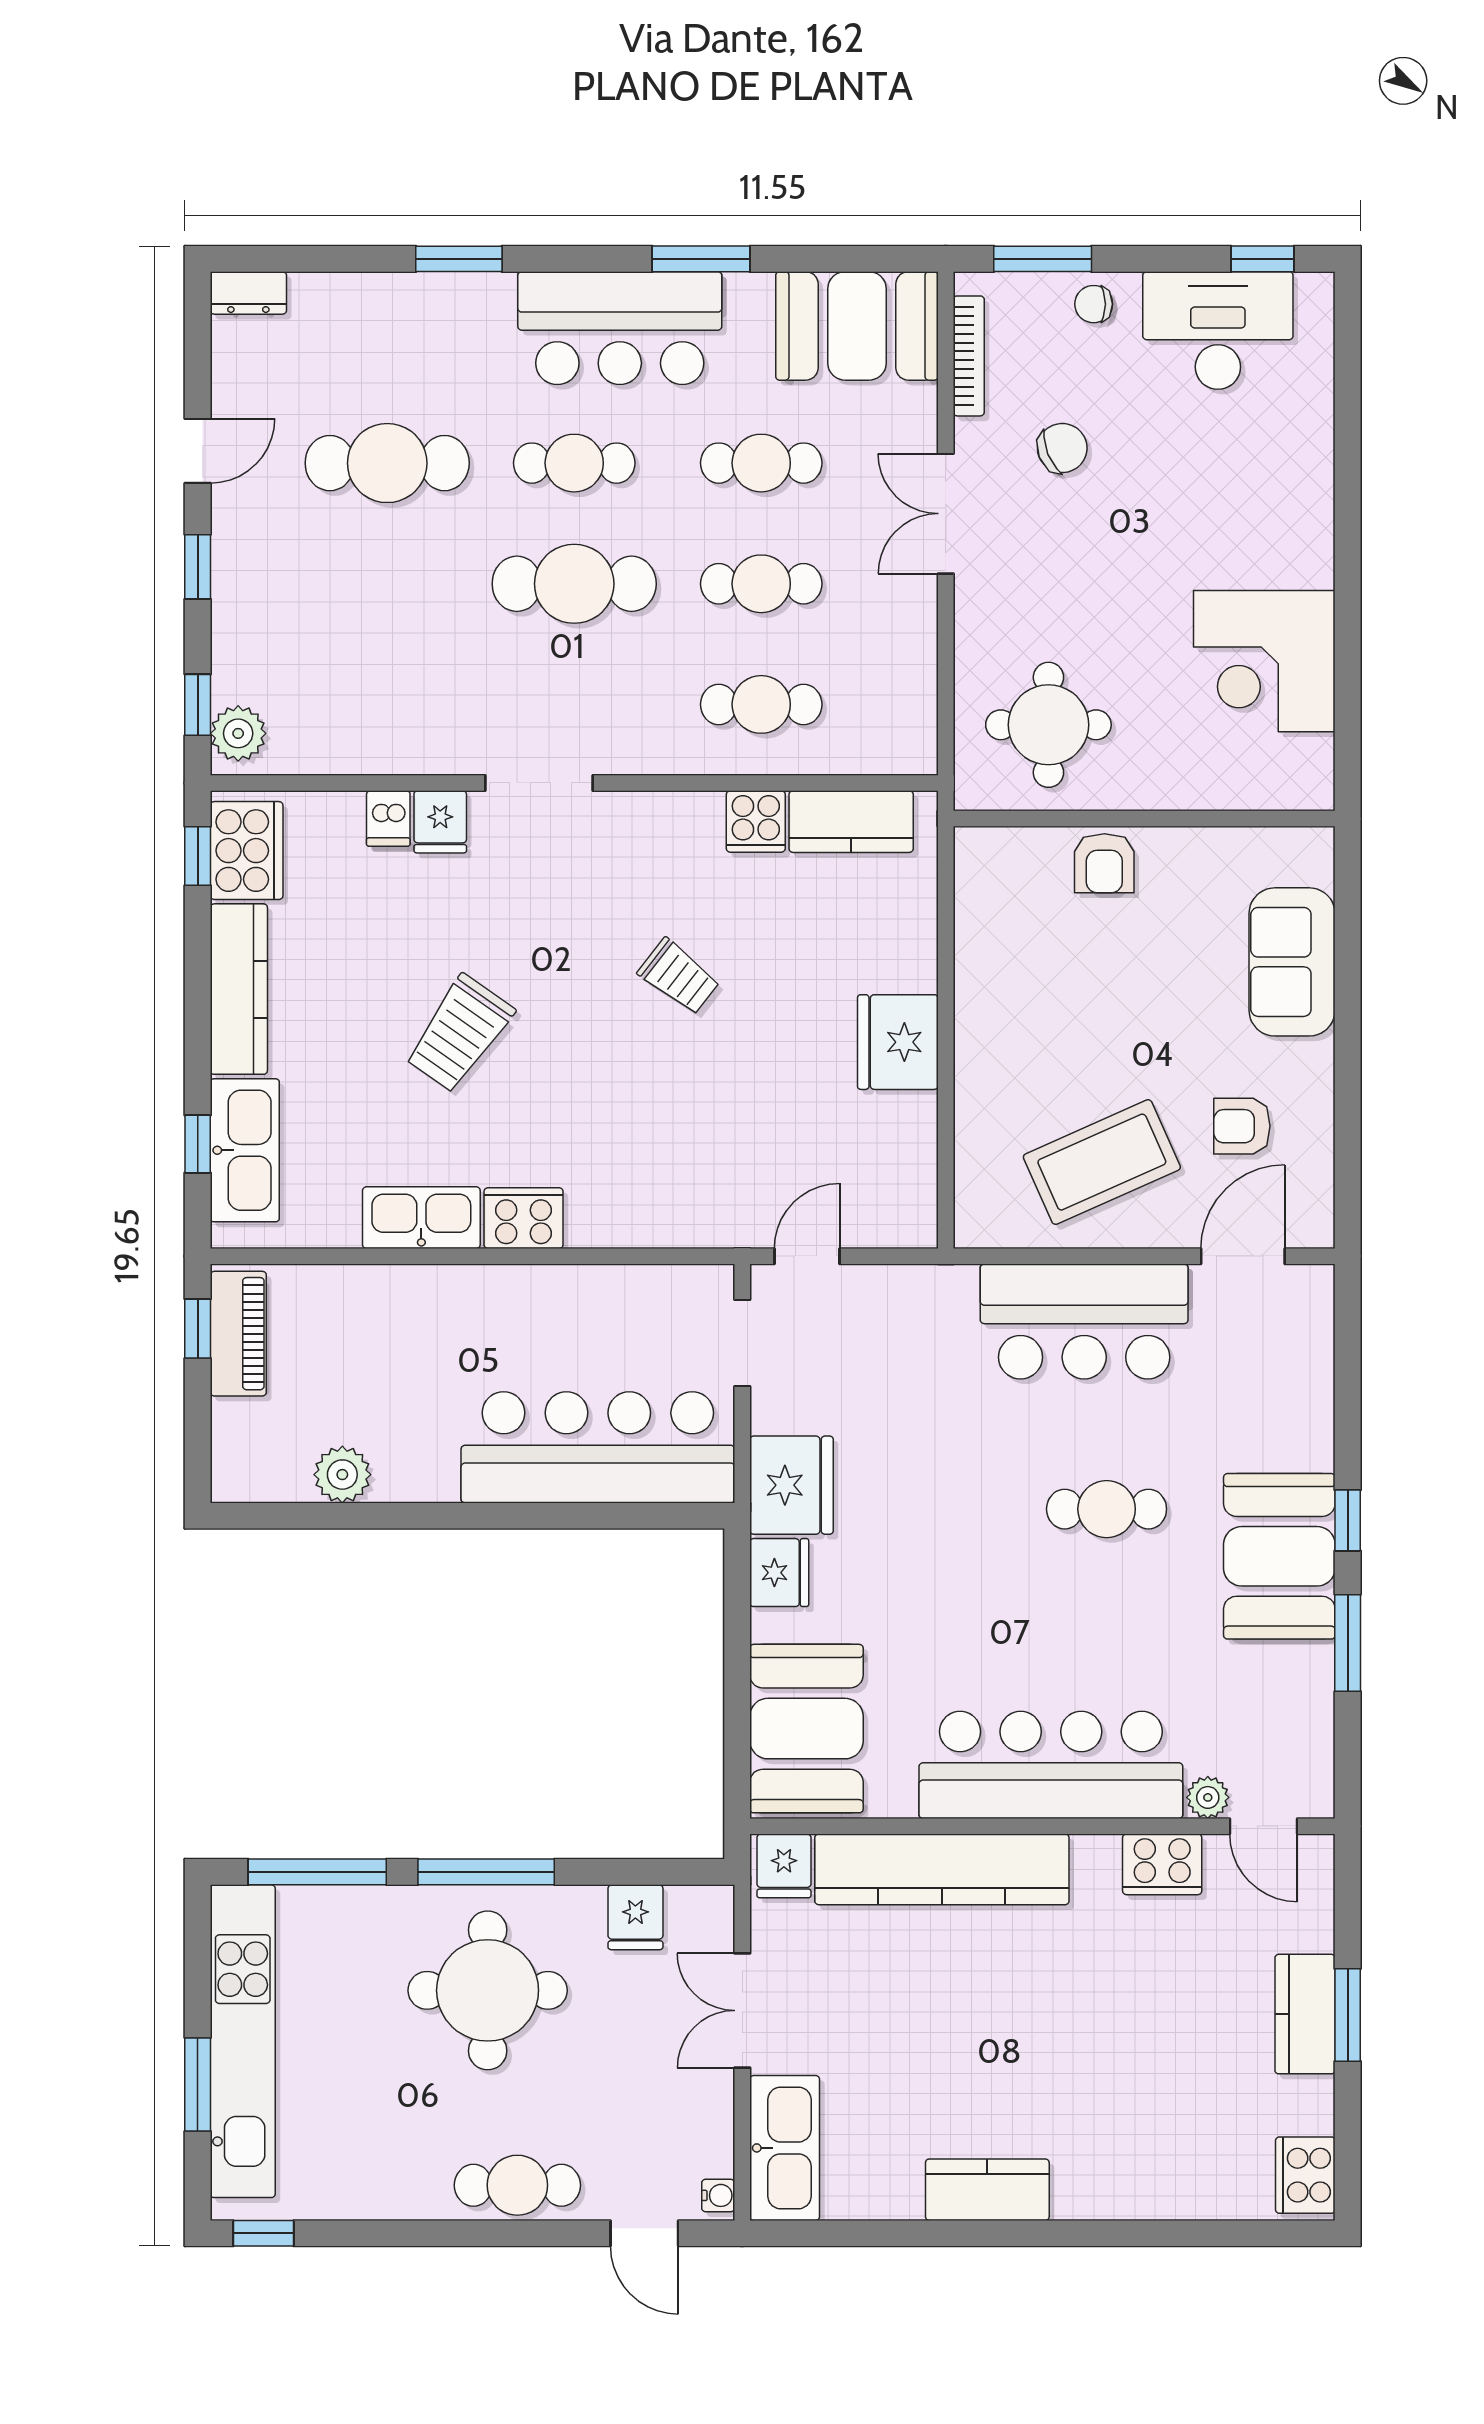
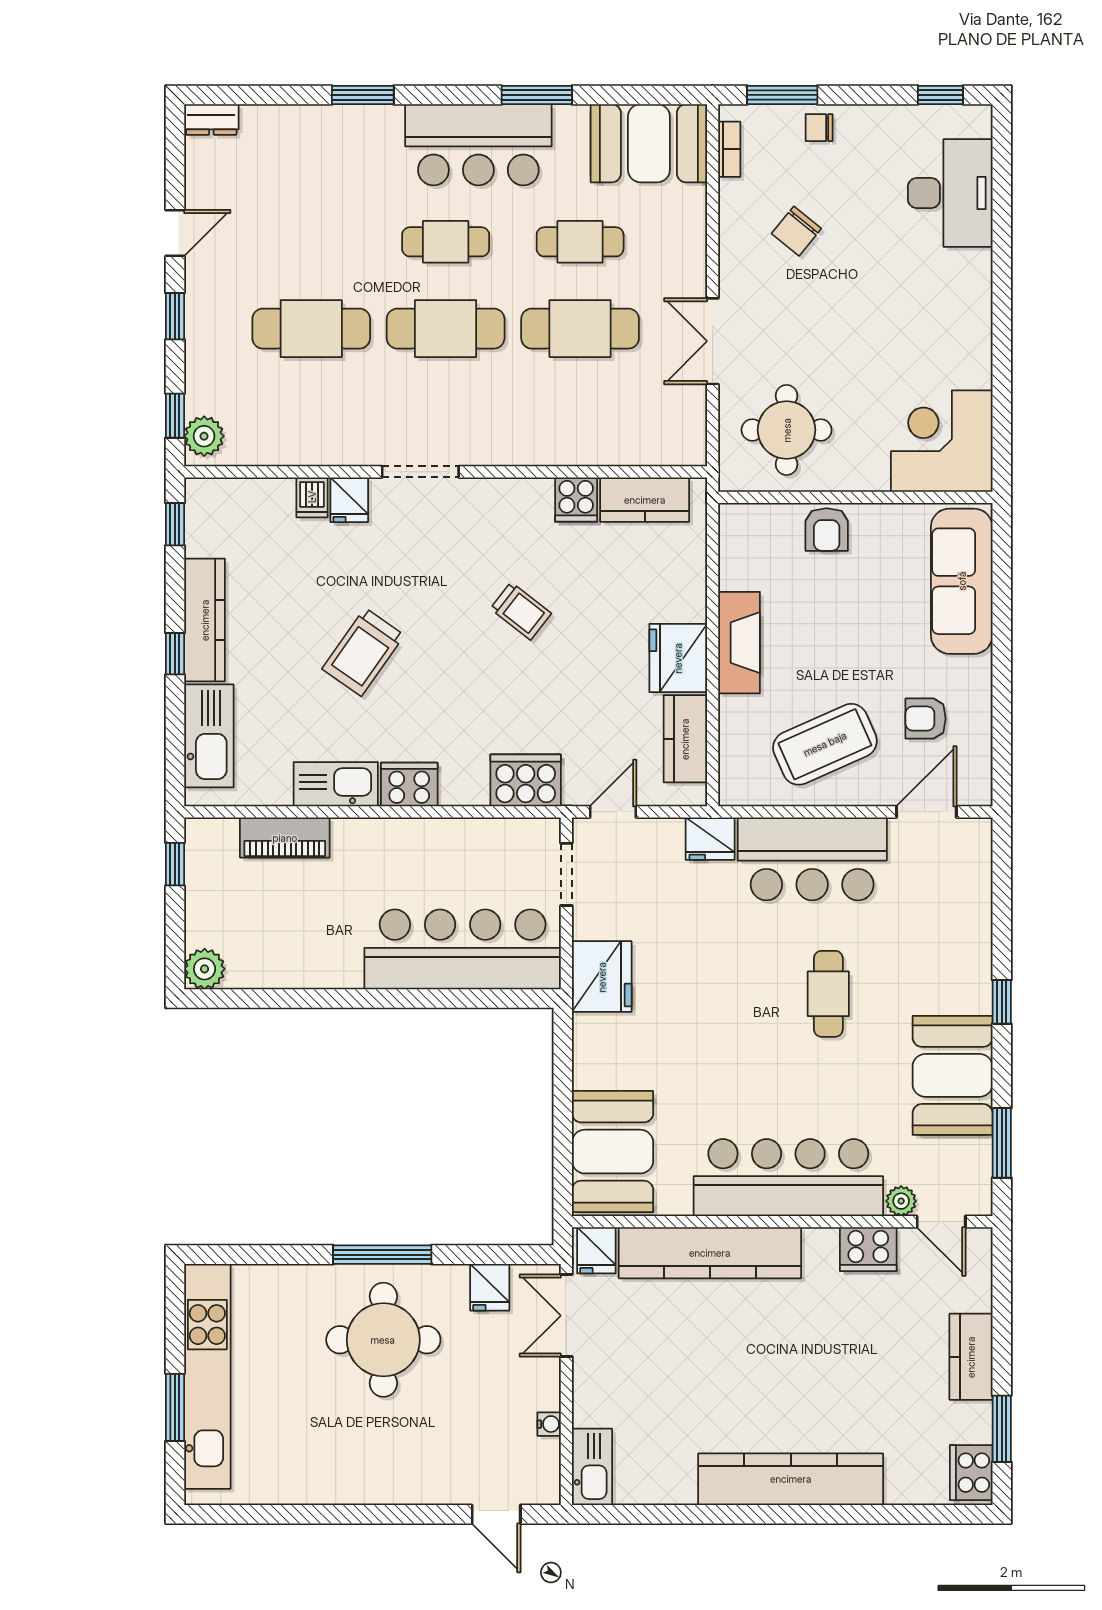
desk: (1218, 330) -> (950, 193), moved, turned 90
bookcase: (969, 356) -> (729, 149), width x0.64
chair: (1062, 448) -> (796, 231), turned 151
cafe table: (387, 463) -> (311, 329), moved
double door: (946, 514) -> (713, 341), moved
cafe table: (761, 584) -> (580, 329), width x1.37, depth x1.35
corner desk: (1264, 661) -> (942, 441), moved, turned 90
cafe table: (761, 704) -> (580, 415), removed
cooker: (247, 851) -> (526, 780), moved, turned -90
sofa: (1292, 962) -> (962, 581), width x1.36
fireplace: (982, 1021) -> (739, 643), added
window: (198, 1144) -> (175, 654), moved
kitchen counter: (908, 1154) -> (685, 739), added
piano: (238, 1334) -> (285, 838), moved, turned 90
plant: (342, 1475) -> (205, 969), moved
cafe table: (1107, 1509) -> (828, 994), turned 90
booth: (1279, 1556) -> (953, 1075), moved
fridge: (779, 1573) -> (710, 839), moved, turned 90
window: (1348, 1643) -> (1002, 1143), moved
window: (317, 1872) -> (261, 1255), removed
double door: (742, 2011) -> (566, 1316), moved
window: (1348, 2015) -> (1002, 1429), moved
kitchen sink: (785, 2148) -> (592, 1467), width x0.73, depth x0.81
cafe table: (517, 2185) -> (405, 1480), removed
kitchen counter: (987, 2190) -> (791, 1479), width x2.08, depth x1.17
water cooler: (718, 2195) -> (549, 1424), moved
window: (263, 2233) -> (222, 1514), removed

